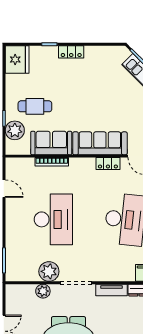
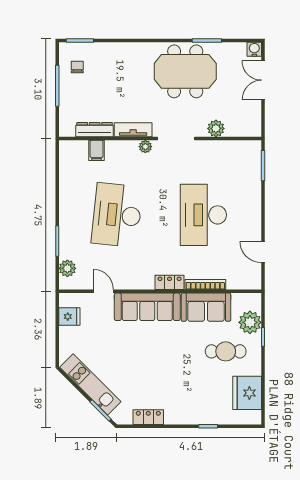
locker: (71, 52) -> (148, 417), moved
fridge: (17, 59) -> (247, 393), moved
locker: (108, 163) -> (170, 282), moved
plant: (49, 271) -> (145, 147), moved, width x0.53, depth x0.53

